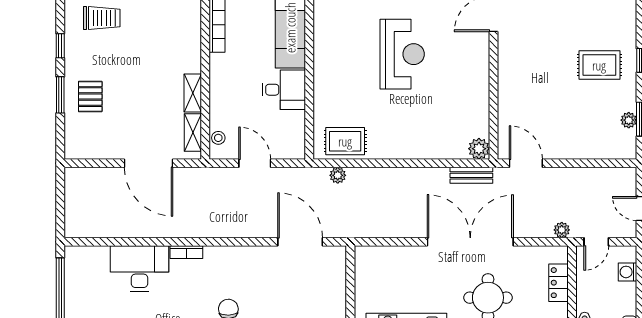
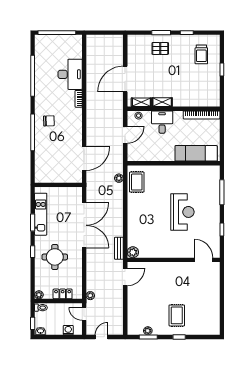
reception desk: (402, 54) -> (182, 212), turned -90
desk: (284, 90) -> (162, 122), moved, turned 180
double door: (470, 242) -> (84, 225), moved

